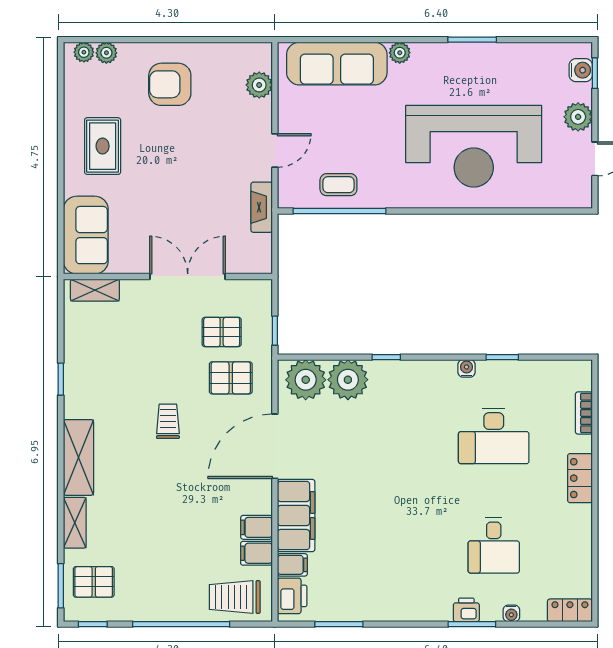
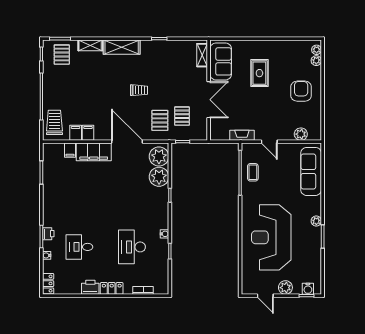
plant: (400, 53) -> (316, 221), moved
rug: (103, 146) -> (259, 73), moved, turned 90
sofa: (86, 235) -> (221, 61), moved, turned -90
printer: (292, 596) -> (90, 287), moved, turned 180

